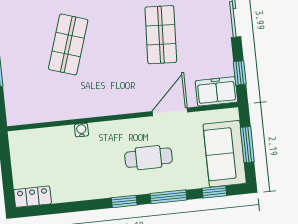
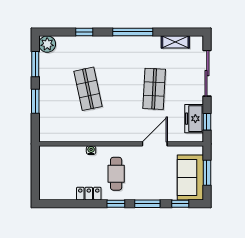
shop shelf: (68, 44) -> (88, 89), turned -30
freezer: (216, 91) -> (194, 119), moved, turned -90
cafe table: (149, 158) -> (116, 174), moved, turned 90
locker: (33, 197) -> (89, 194), moved

